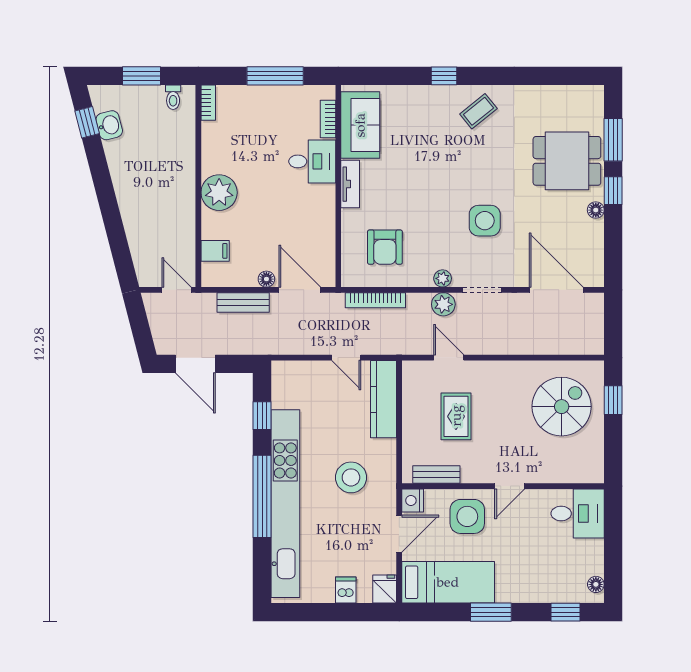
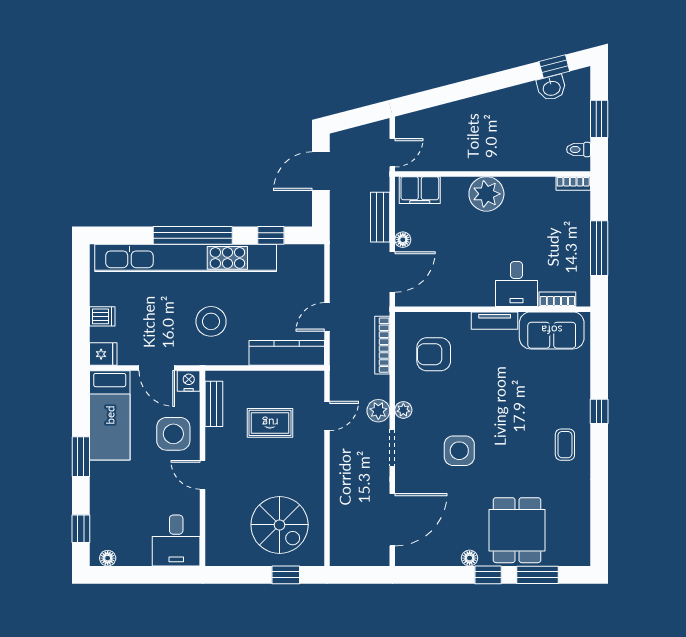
coffee table: (478, 111) -> (565, 445), turned 39
filing cabinet: (215, 251) -> (420, 190), width x2.00

